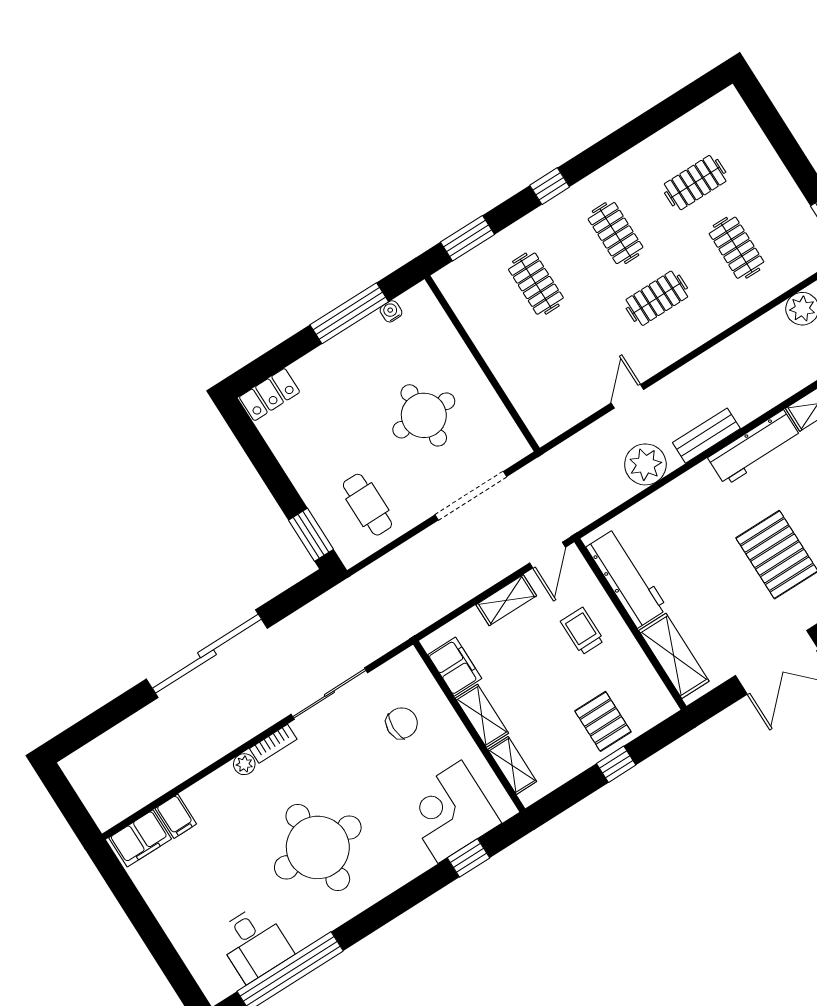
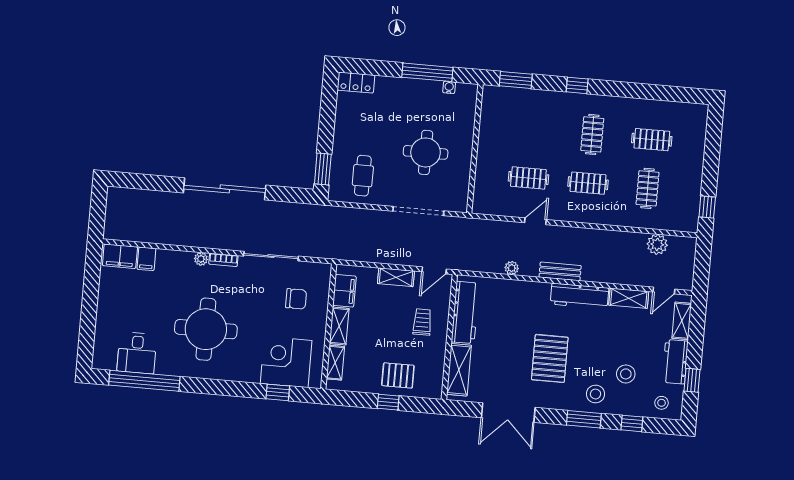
clothes rail: (536, 284) -> (528, 178), moved, turned 90
plant: (645, 464) -> (512, 268), width x0.53, depth x0.53
pallet: (603, 721) -> (398, 375), turned 90

